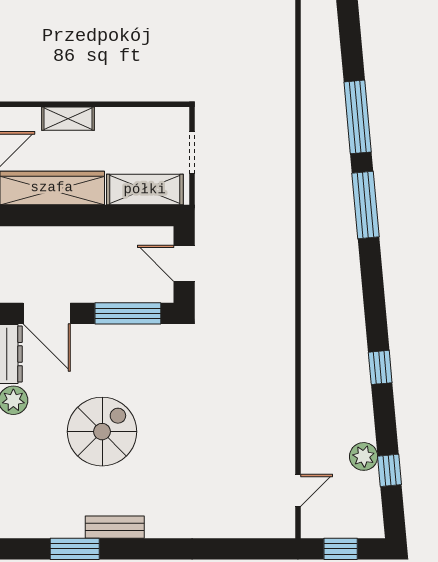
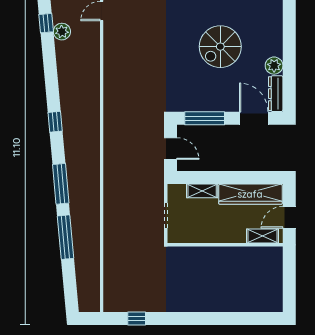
shelving: (68, 119) -> (262, 236), moved
shelving: (145, 190) -> (202, 191), width x0.67, depth x0.75
window: (380, 367) -> (55, 122), moved

